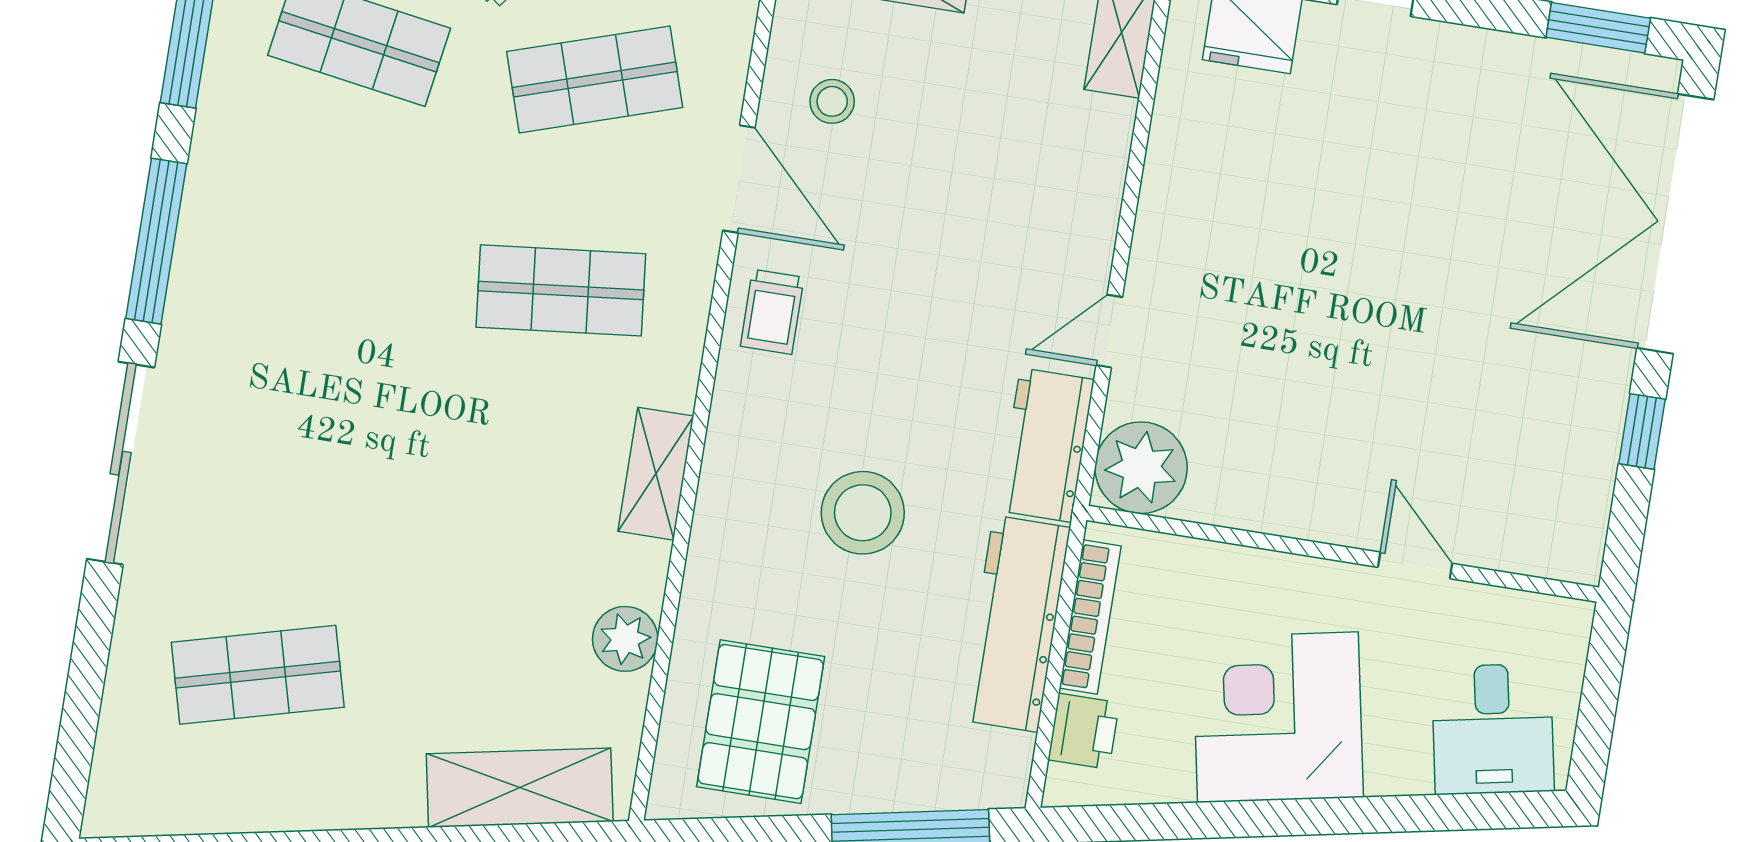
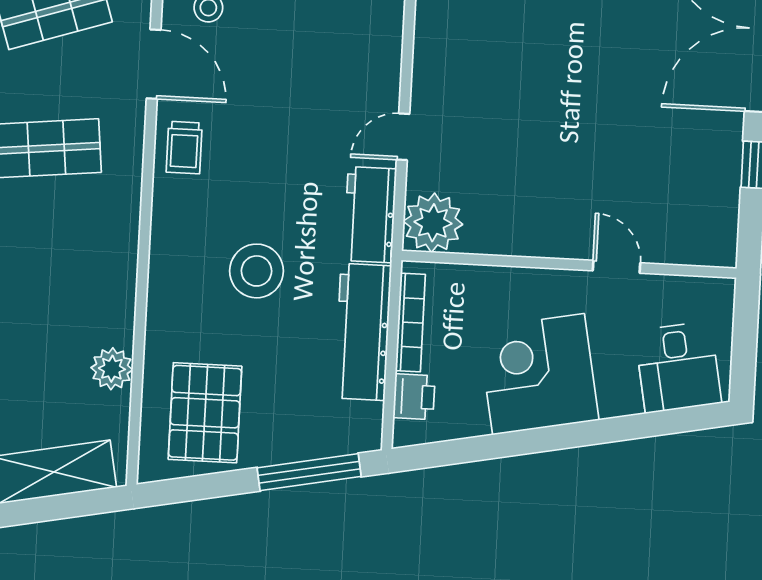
shelving: (656, 474) -> (120, 260), removed

